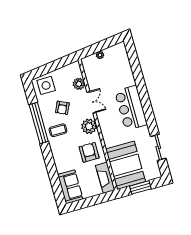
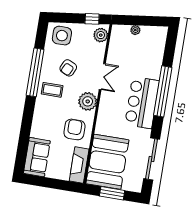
window: (63, 62) -> (92, 19), added
plant: (79, 84) -> (101, 35), moved
window: (143, 92) -> (163, 91), added
sliding door: (158, 147) -> (152, 159), width x1.37

